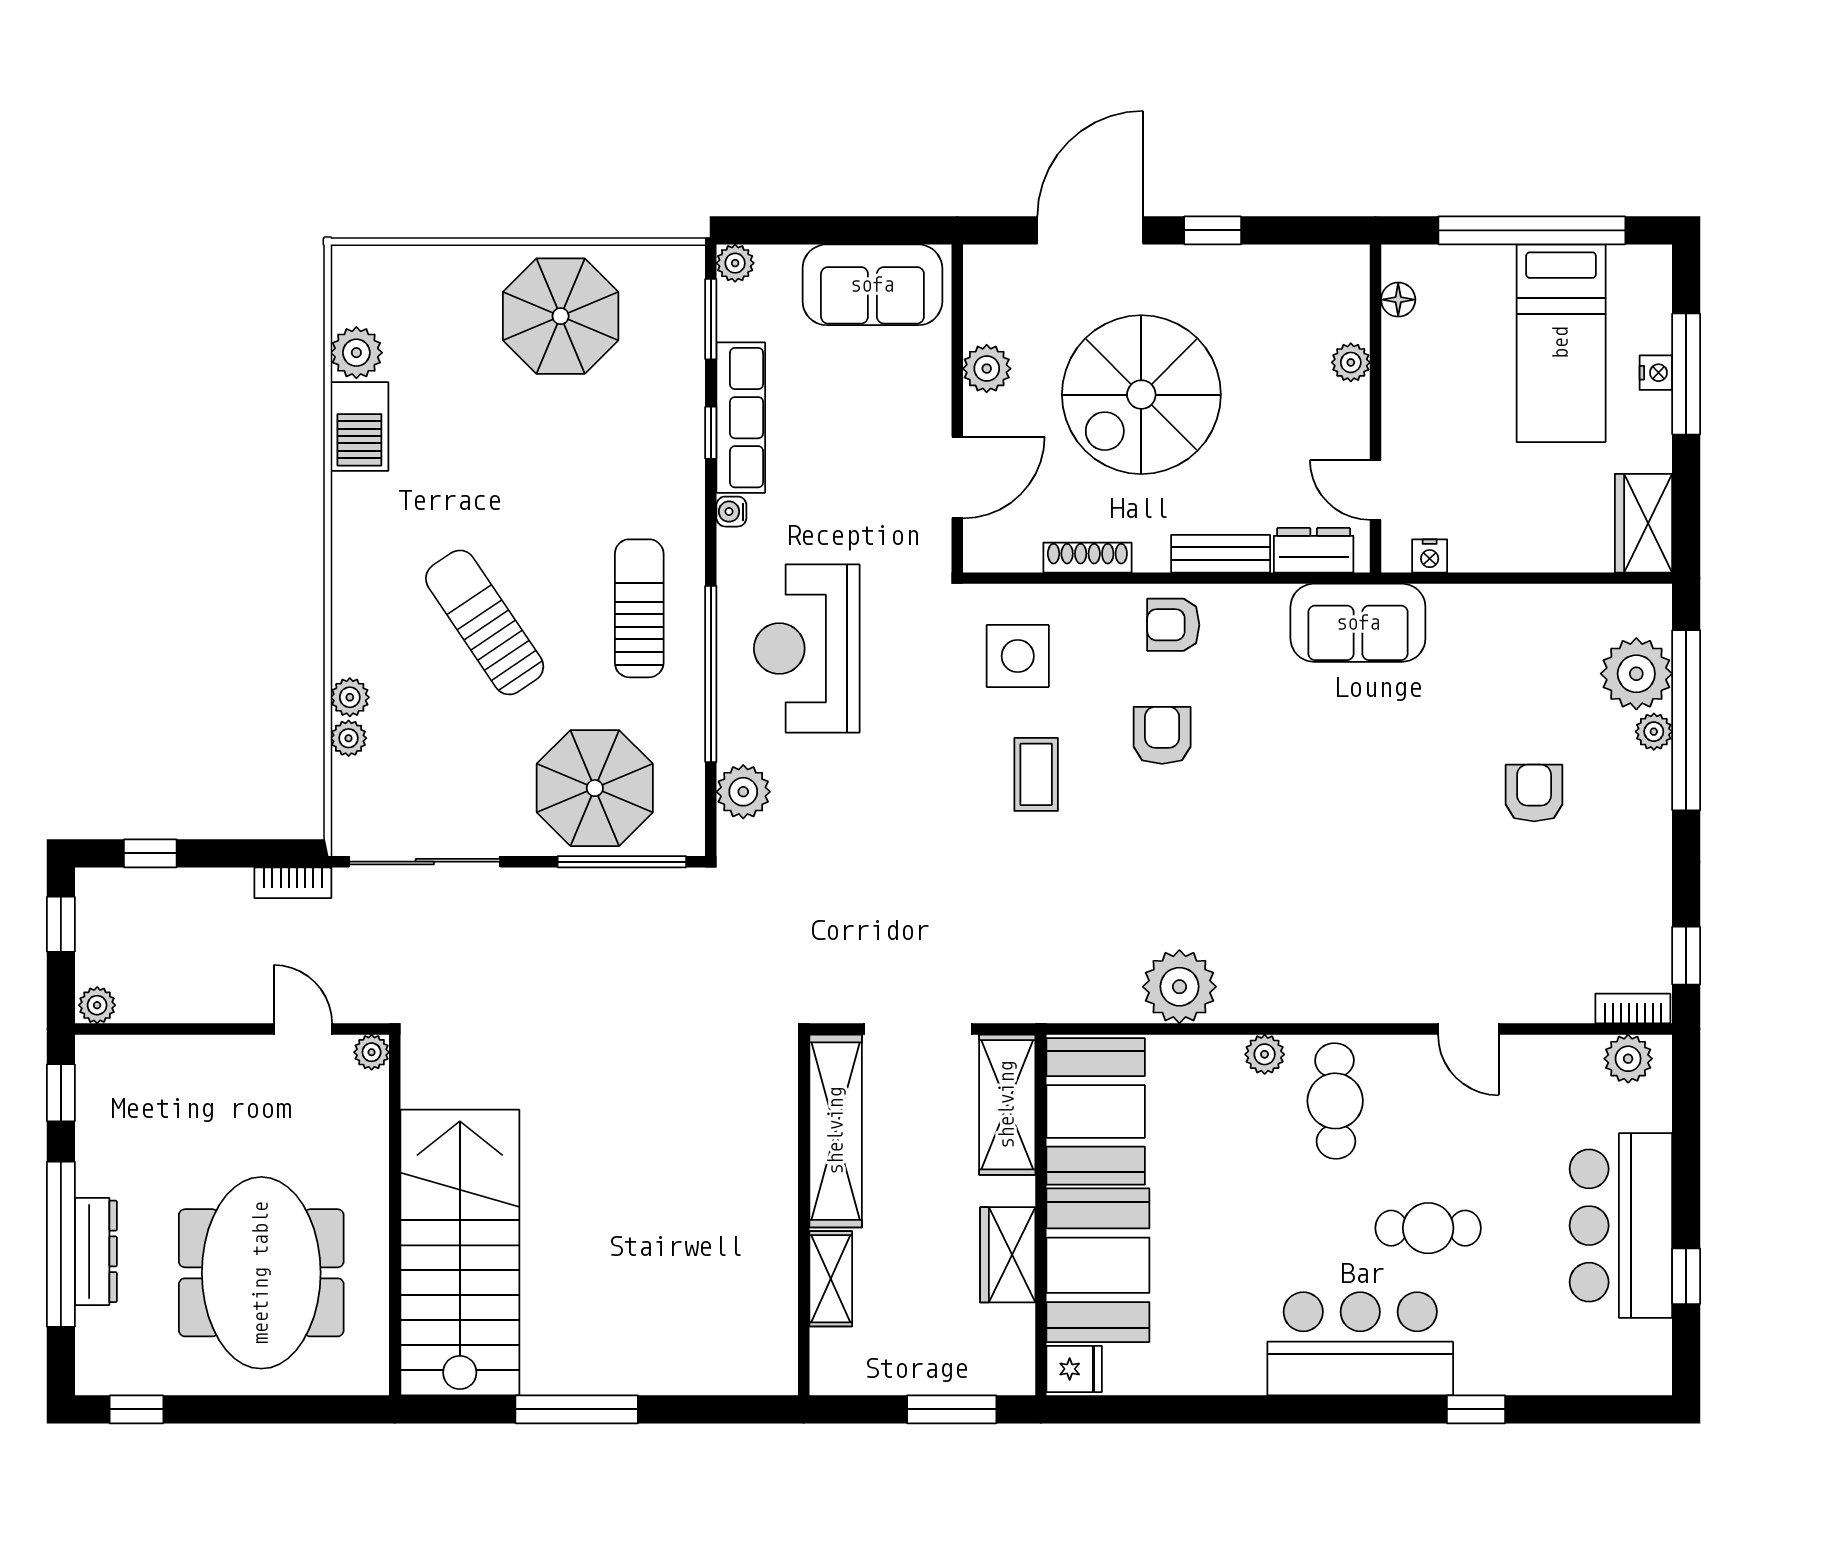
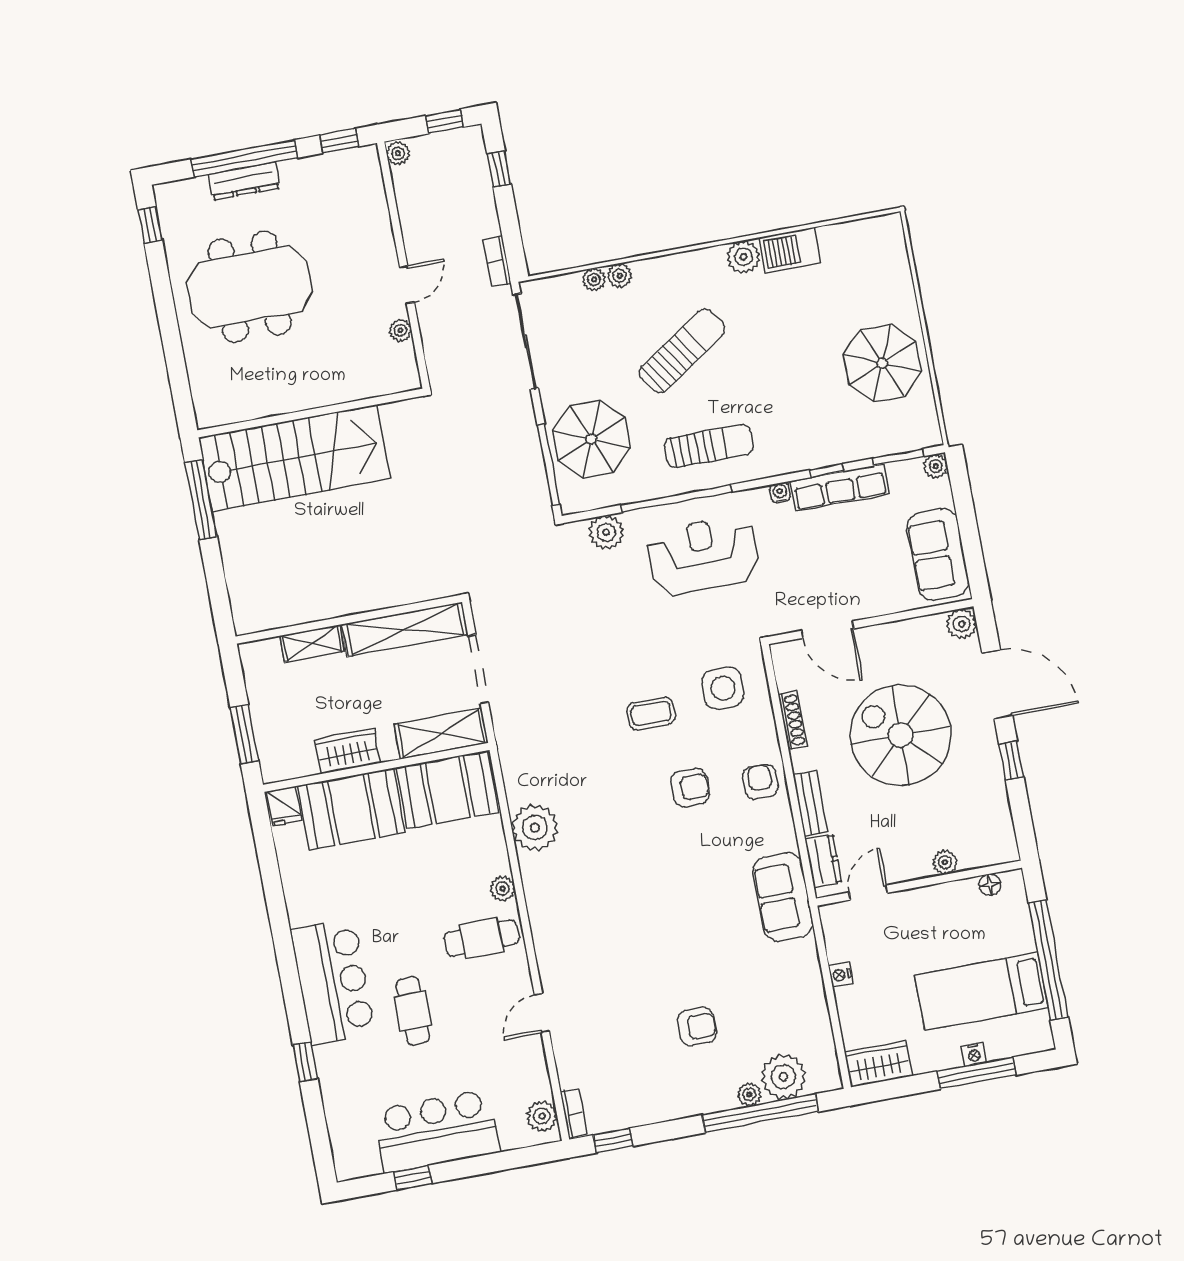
plant: (356, 353) -> (743, 257), moved
plant: (987, 369) -> (962, 624), moved
nightstand: (1430, 556) -> (841, 975), moved
wall: (395, 1215) -> (311, 413), moved
stairs: (460, 1253) -> (295, 458), moved

